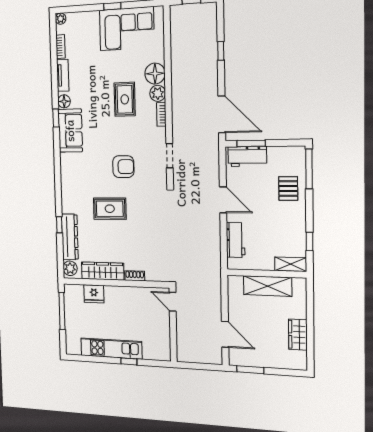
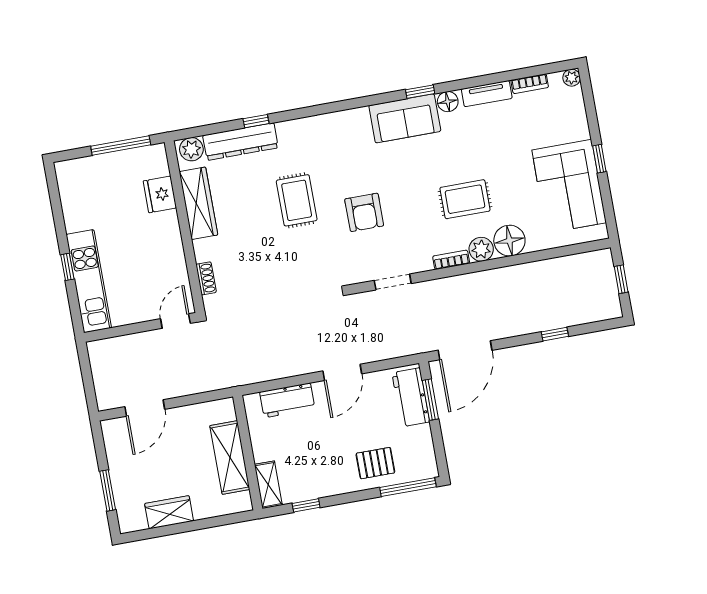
shoe rack: (135, 276) -> (206, 278), moved
kitchen unit: (111, 349) -> (89, 281), moved
window: (250, 370) -> (108, 490), moved

